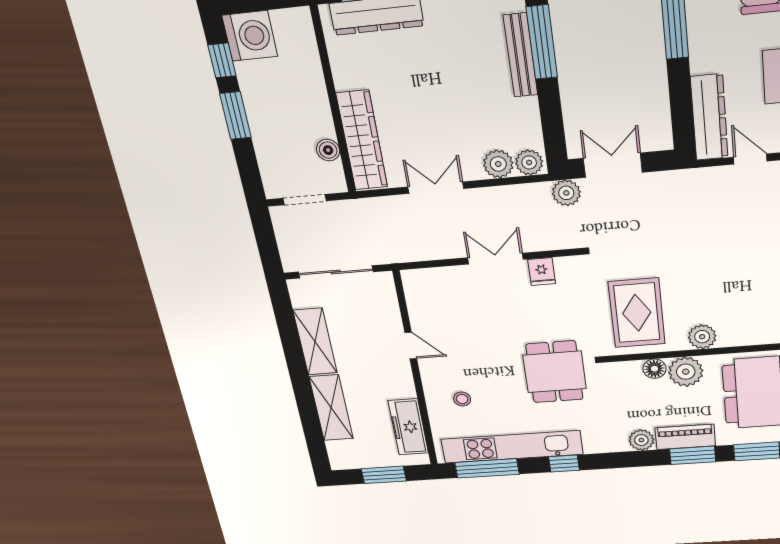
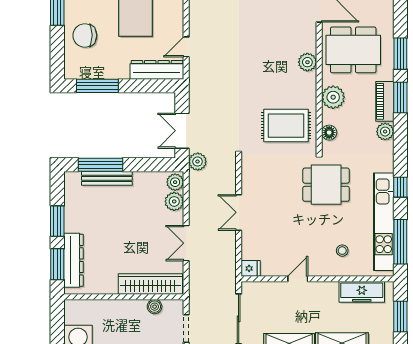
fridge: (542, 272) -> (251, 268), moved
plant: (702, 337) -> (307, 62), moved
floor lamp: (655, 369) -> (329, 133), moved

